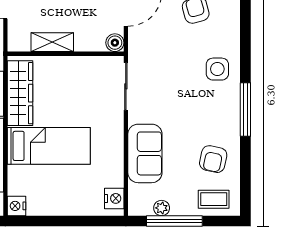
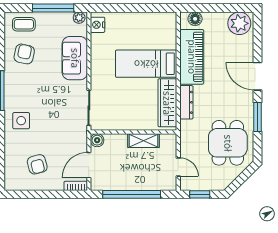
nightstand: (17, 206) -> (170, 19), removed
plant: (162, 208) -> (79, 18), moved

